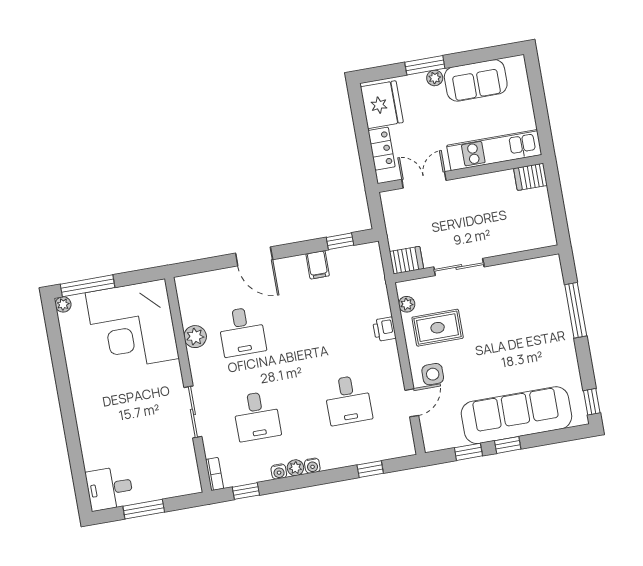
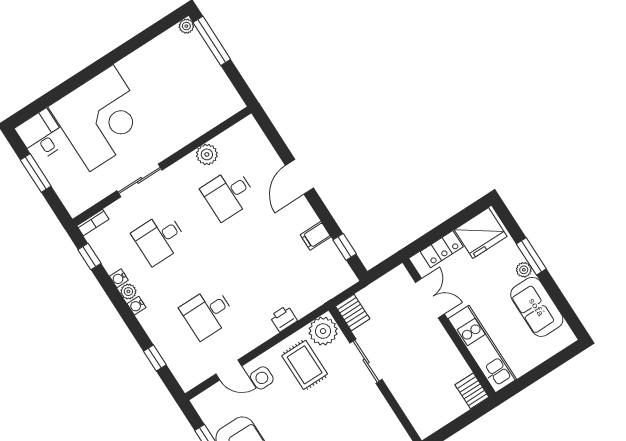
plant: (407, 304) -> (323, 331), width x1.88, depth x1.88
corner desk: (132, 326) -> (101, 118), moved, turned 180

